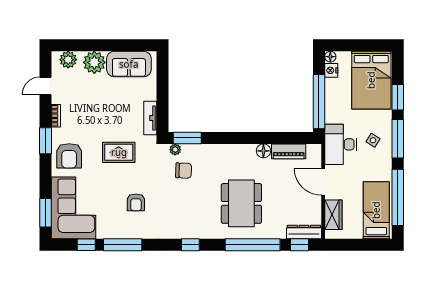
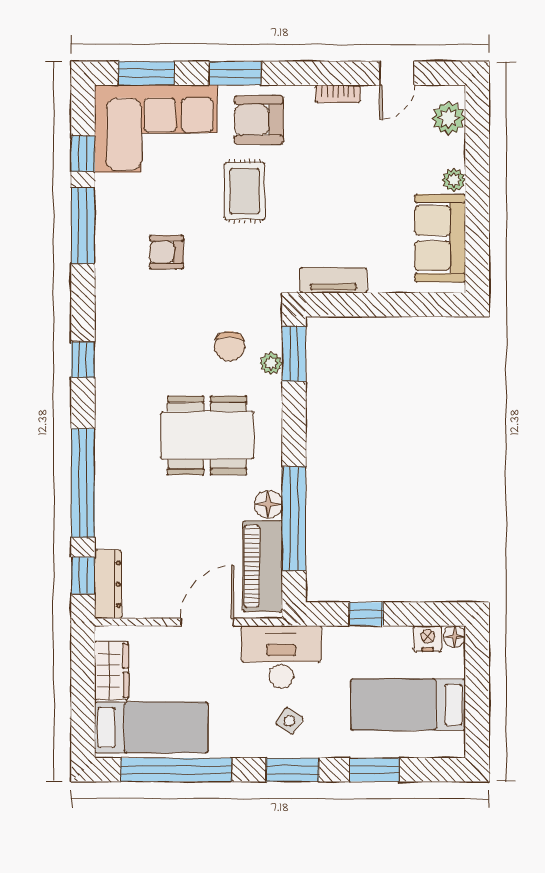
plant: (94, 62) -> (454, 180), width x0.53, depth x0.53
bed: (371, 80) -> (408, 705), width x0.67
door: (46, 86) -> (397, 73), swing flipped
window: (319, 102) -> (366, 614), width x0.32
window: (271, 138) -> (294, 519), added
window: (398, 139) -> (292, 770), width x0.69
window: (46, 141) -> (235, 73), moved
plant: (175, 150) -> (271, 363), moved
piano: (289, 151) -> (263, 566), width x1.37, depth x1.33
rug: (119, 152) -> (245, 191), moved
dining table: (241, 203) -> (207, 435), moved
wardrobe: (333, 215) -> (112, 670), moved, turned -90

